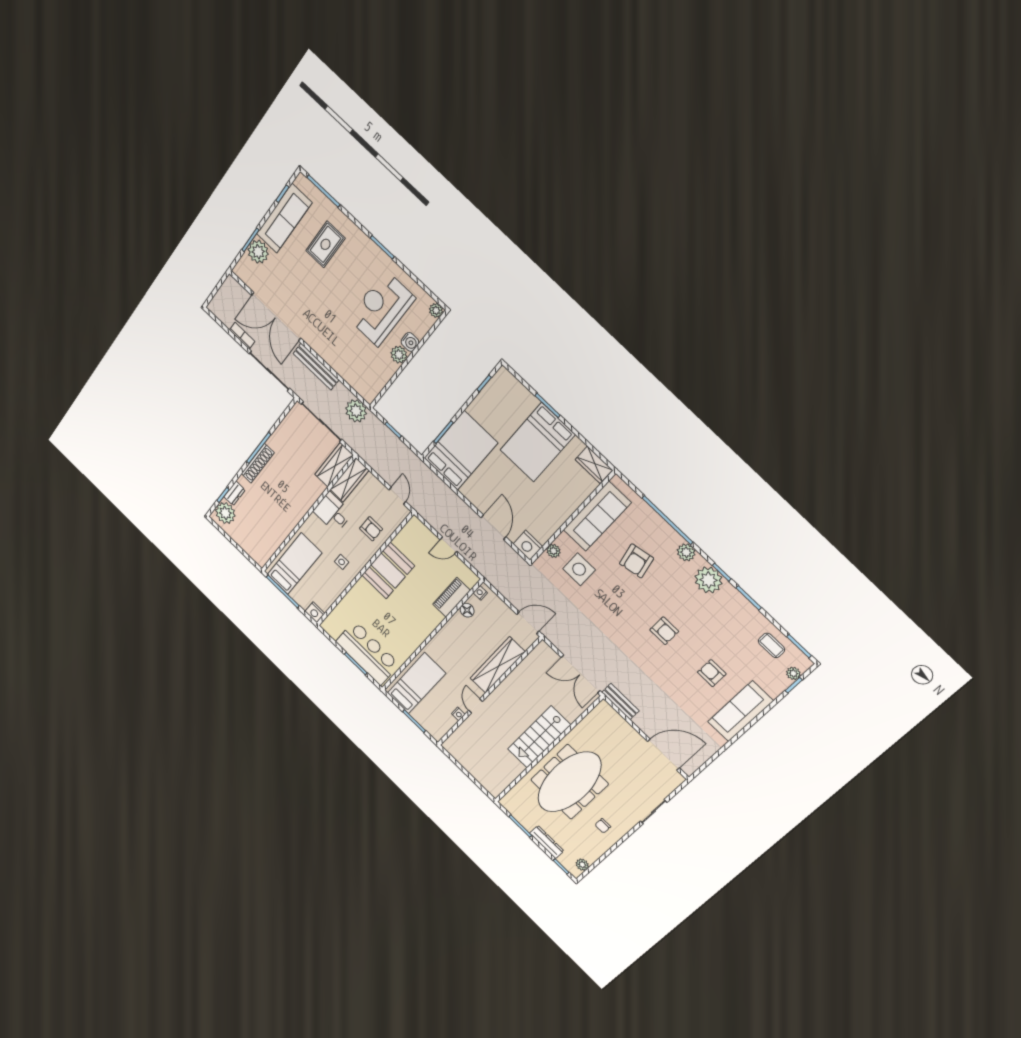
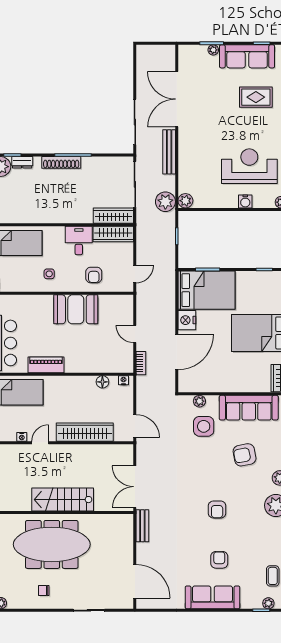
plant: (258, 252) -> (213, 50), width x0.53, depth x0.53
bookcase: (242, 336) -> (141, 363), moved
plant: (399, 355) -> (185, 201), moved
door: (494, 527) -> (177, 352), width x1.36
nightstand: (528, 545) -> (187, 320), moved
piano: (452, 597) -> (46, 365), moved

